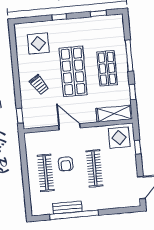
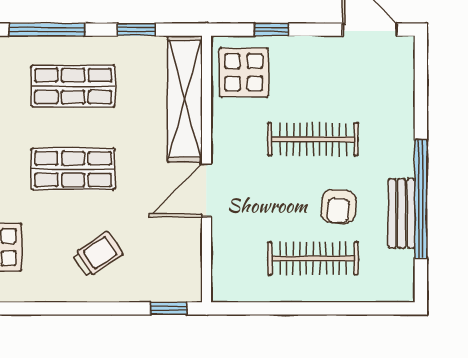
shop shelf: (73, 71) -> (73, 169), width x0.70, depth x0.74
shelving: (114, 114) -> (185, 99), width x1.47
armchair: (66, 164) -> (339, 206), moved, turned 94

